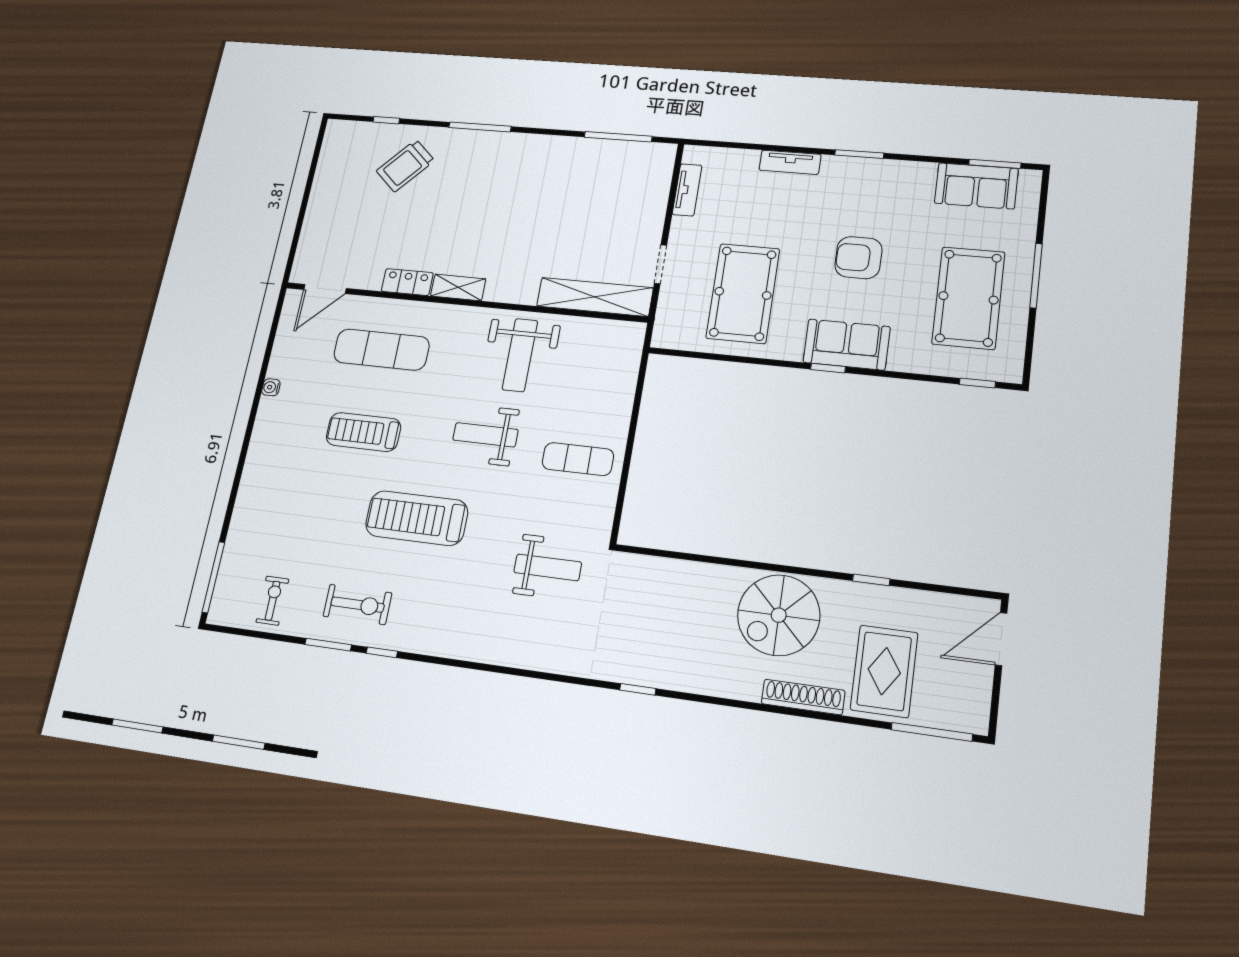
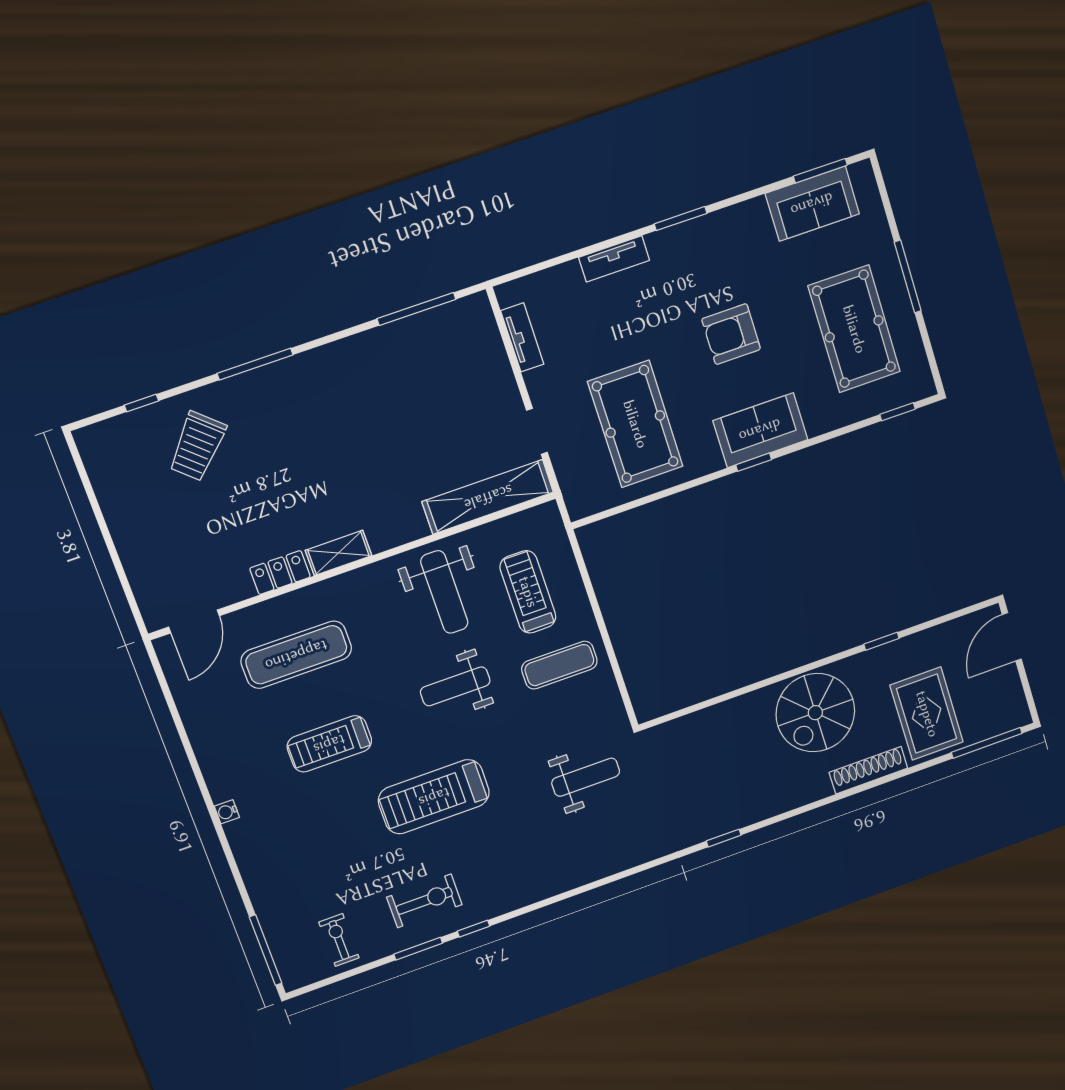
treadmill: (585, 386) -> (528, 592), added
water cooler: (271, 387) -> (227, 812), moved

